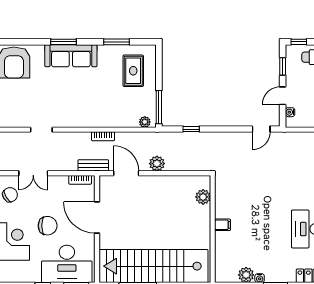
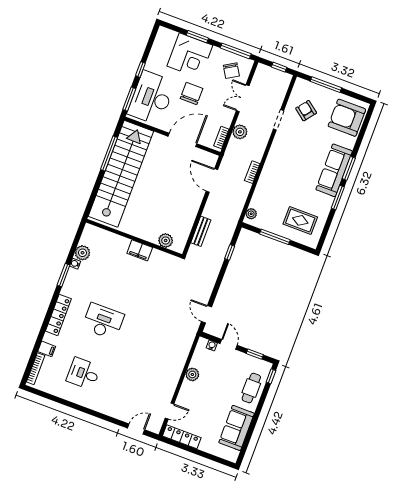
window: (116, 42) -> (338, 198), moved
armchair: (22, 106) -> (306, 111), added
window: (159, 107) -> (275, 237), moved
plant: (157, 164) -> (240, 132), moved
bench: (93, 165) -> (201, 231), moved
door: (126, 173) -> (212, 180), swing flipped
filing cabinet: (222, 225) -> (140, 250), width x2.00
chair: (48, 226) -> (192, 94), turned 180

